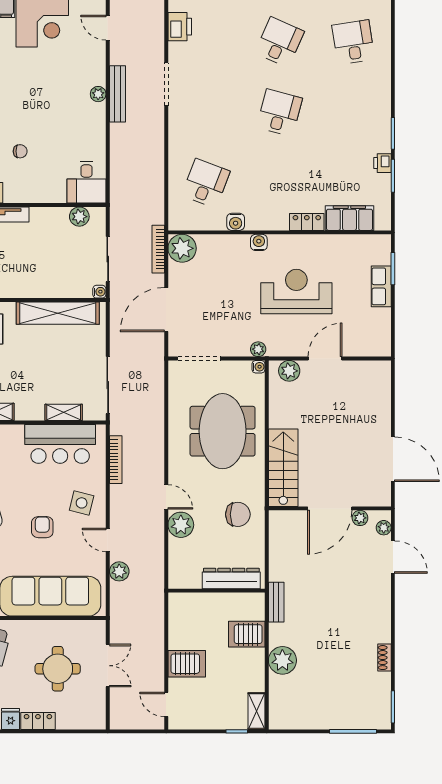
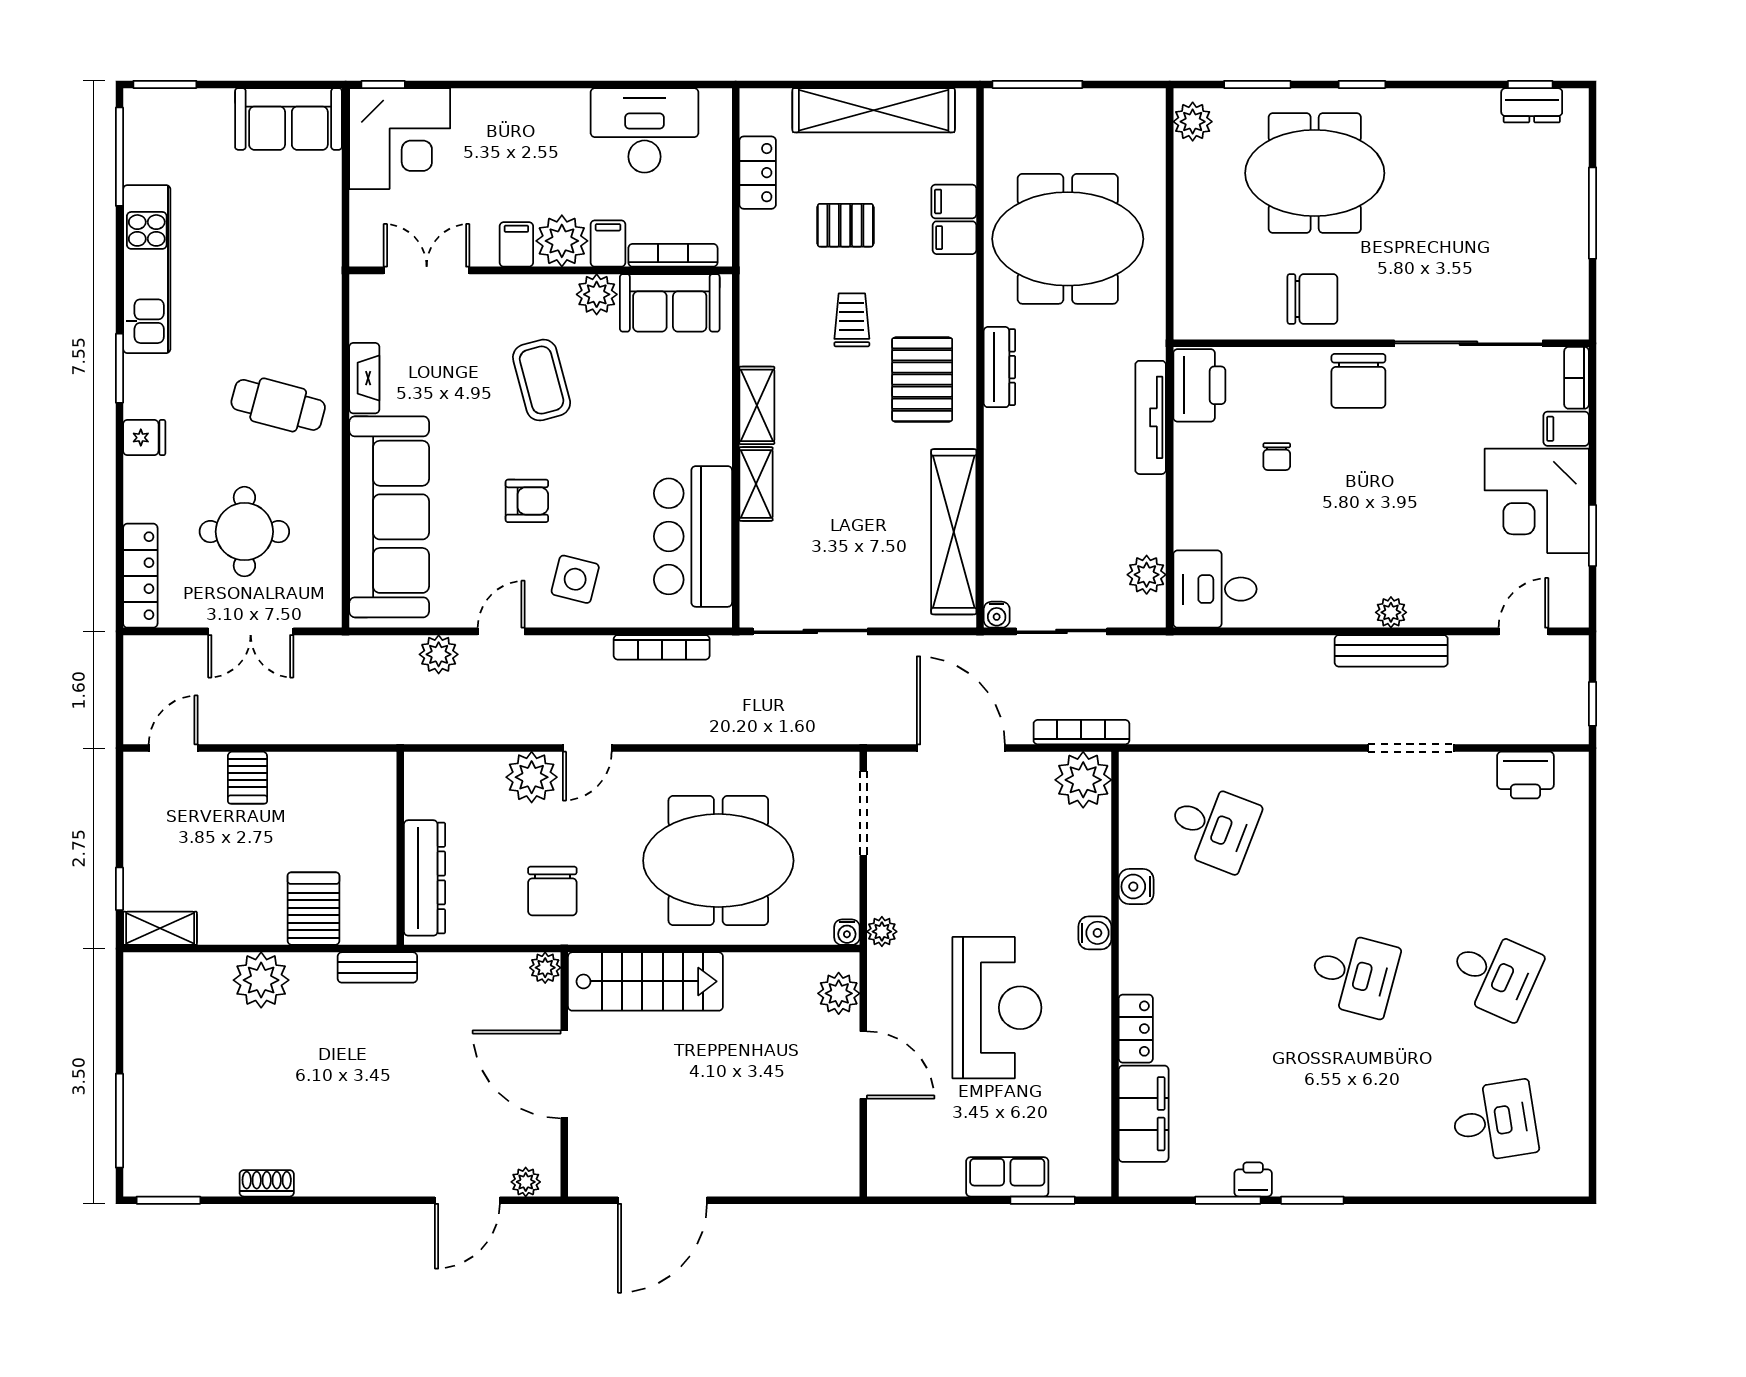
shelving: (64, 412) -> (756, 484), moved
plant: (360, 518) -> (545, 968), moved
server rack: (187, 664) -> (247, 778), width x0.73, depth x0.70
locker: (38, 721) -> (140, 576), moved, width x1.53

